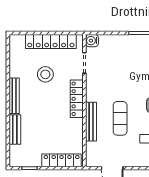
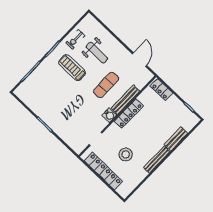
water cooler: (92, 41) -> (109, 115), moved
locker: (77, 99) -> (129, 113), moved
locker: (62, 160) -> (161, 90), width x0.66

